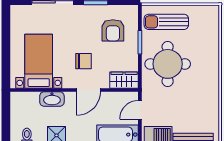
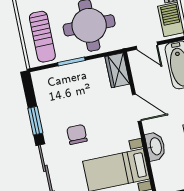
armchair: (113, 30) -> (64, 94), removed
chair: (84, 61) -> (77, 134), moved

